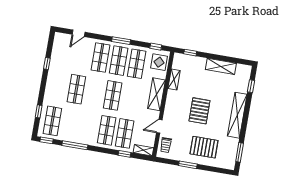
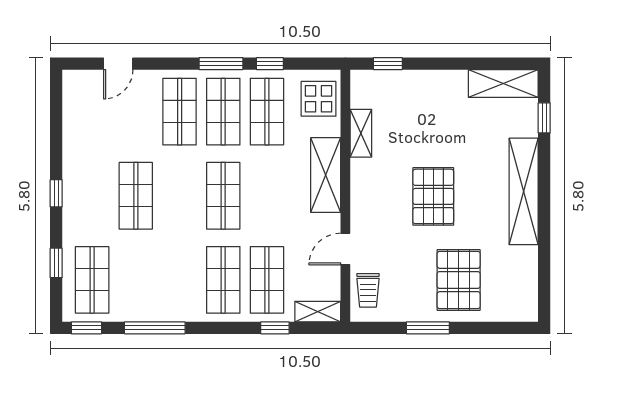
window: (156, 47) -> (270, 64), moved
window: (47, 63) -> (56, 193), moved
shelving: (221, 66) -> (503, 84), moved
pallet: (204, 147) -> (459, 280), turned 90
window: (240, 152) -> (544, 278), removed

